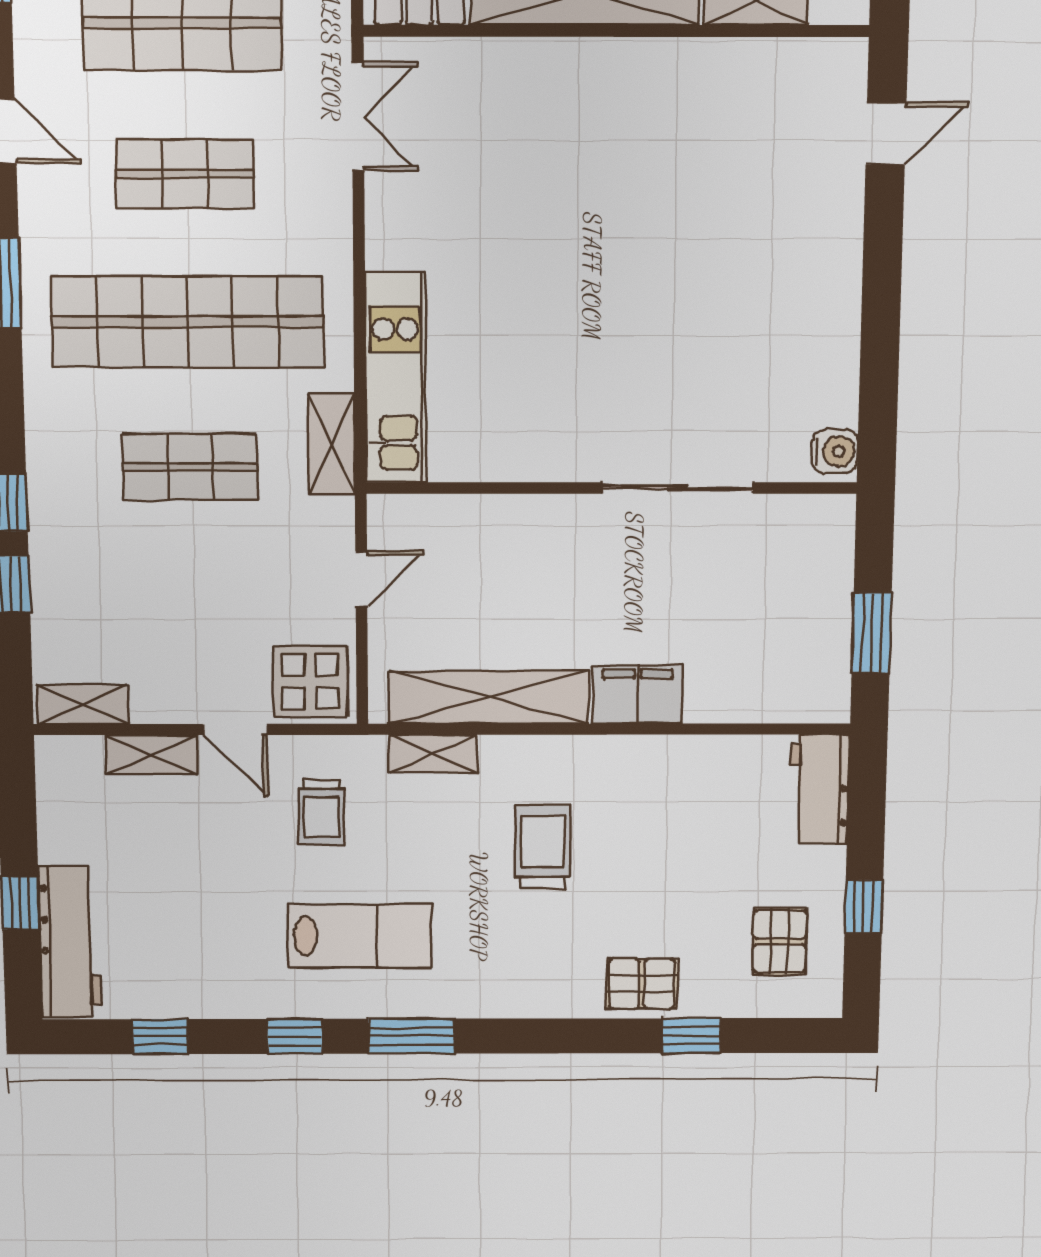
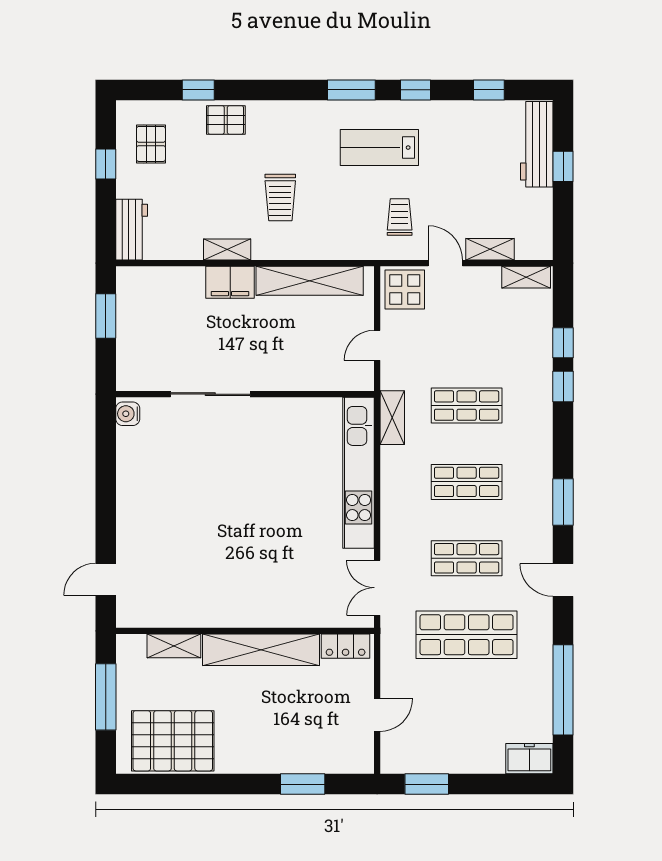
shop shelf: (188, 322) -> (467, 482), width x0.50, depth x0.74
kitchen unit: (396, 378) -> (359, 473), width x1.36
shelving: (433, 754) -> (227, 250), moved

